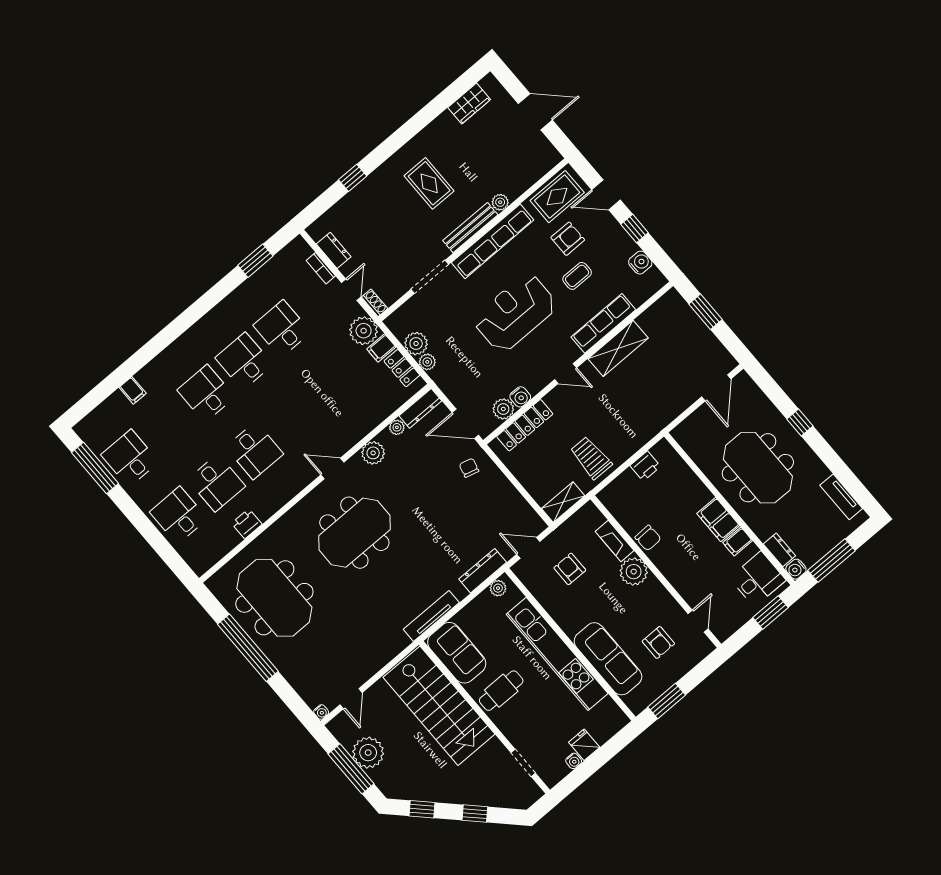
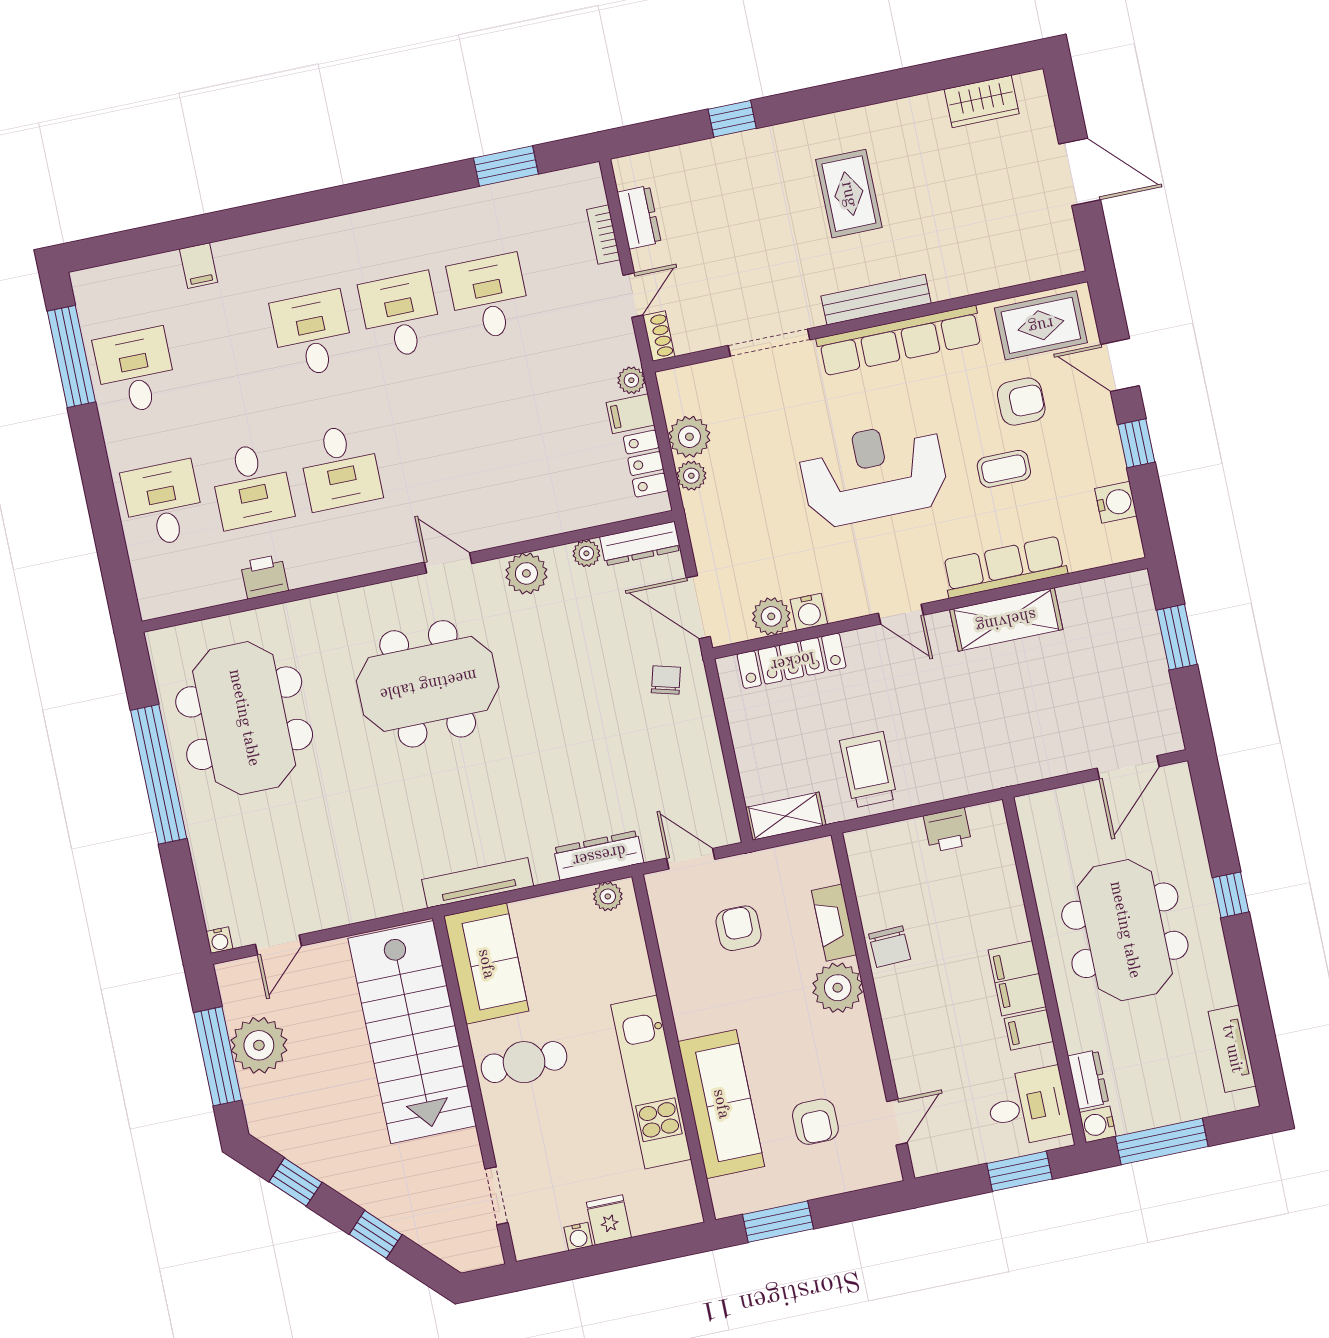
plant: (500, 202) -> (945, 285), removed
plant: (364, 331) -> (631, 380), width x0.53, depth x0.53
kitchen unit: (557, 654) -> (651, 1082), width x0.73

